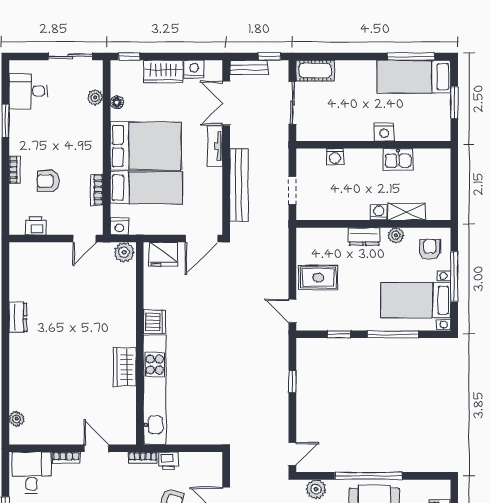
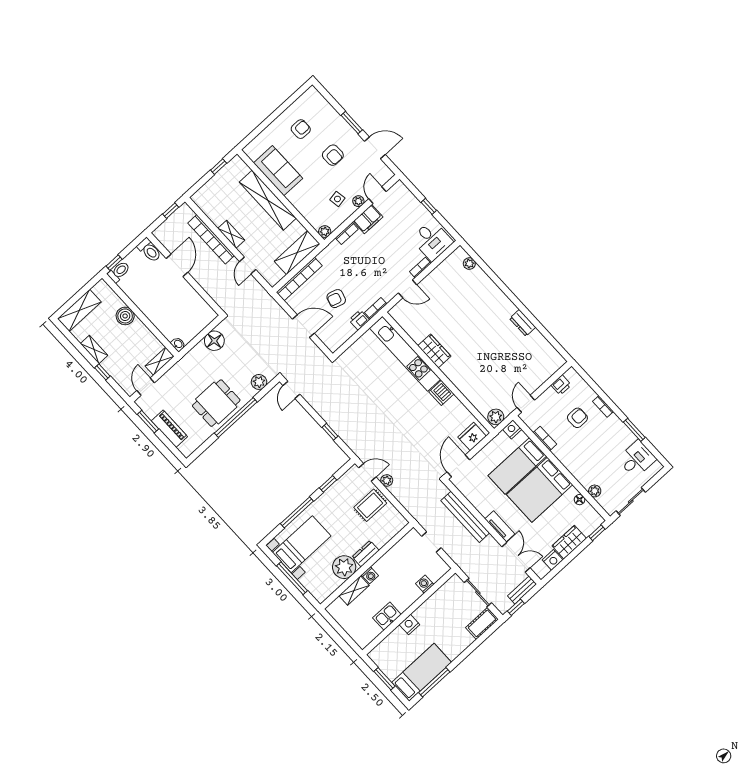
plant: (396, 235) -> (344, 567), width x1.88, depth x1.88
armchair: (430, 249) -> (321, 581), removed
plant: (281, 287) -> (387, 480), added

